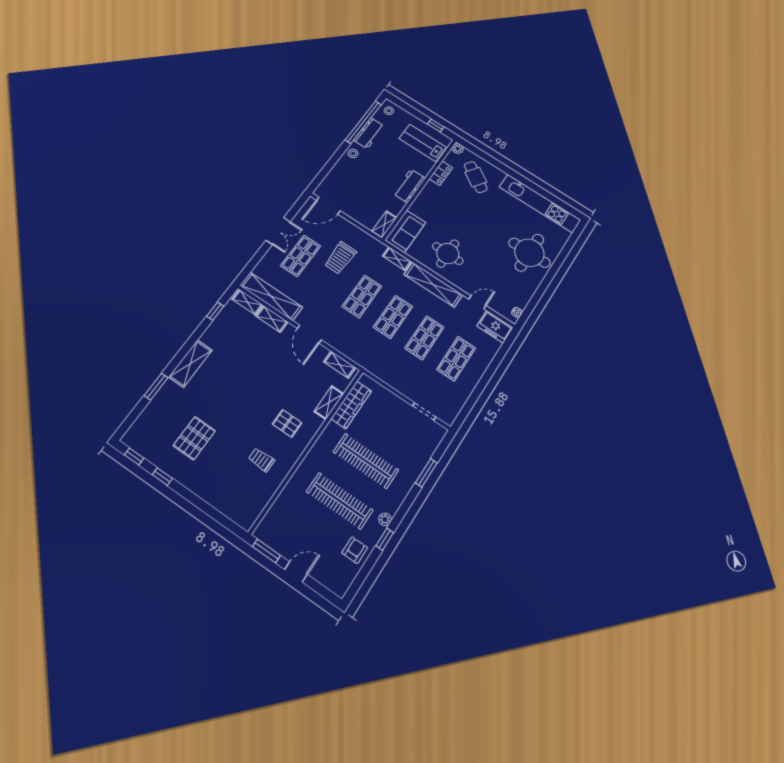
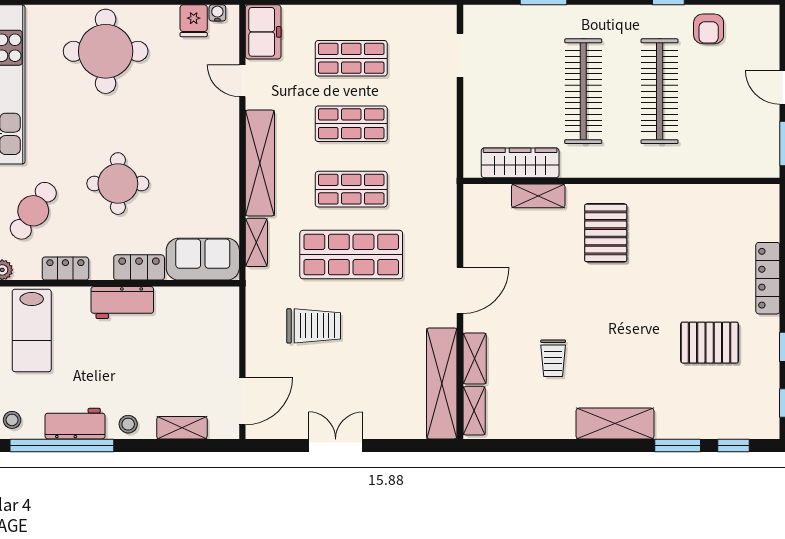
locker: (420, 203) -> (139, 267), added
door: (328, 206) -> (242, 401), hinge flipped
shelving: (384, 225) -> (182, 428), moved
round table: (448, 254) -> (118, 184), moved
shop shelf: (301, 256) -> (351, 385), removed
shop shelf: (362, 296) -> (351, 255), width x1.43, depth x1.36
fridge: (520, 300) -> (194, 21), added
window: (215, 311) -> (733, 445), moved
shelving: (340, 365) -> (474, 218), removed
pallet: (287, 423) -> (606, 233), width x1.50, depth x1.42
trolley: (261, 460) -> (553, 358), moved
locker: (204, 492) -> (768, 278), added
plant: (385, 519) -> (643, 15), removed
armchair: (355, 550) -> (709, 29), turned -90

